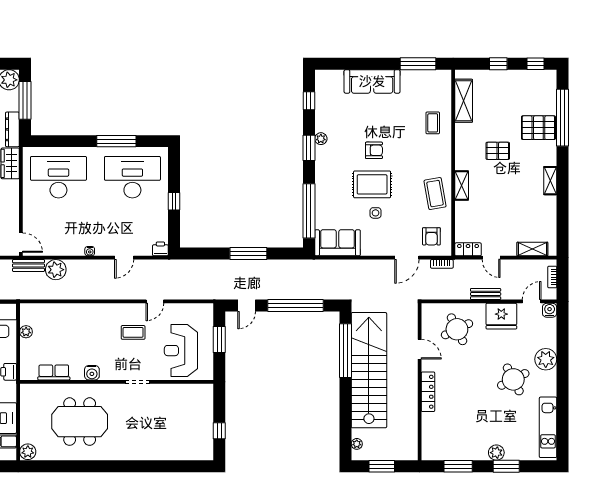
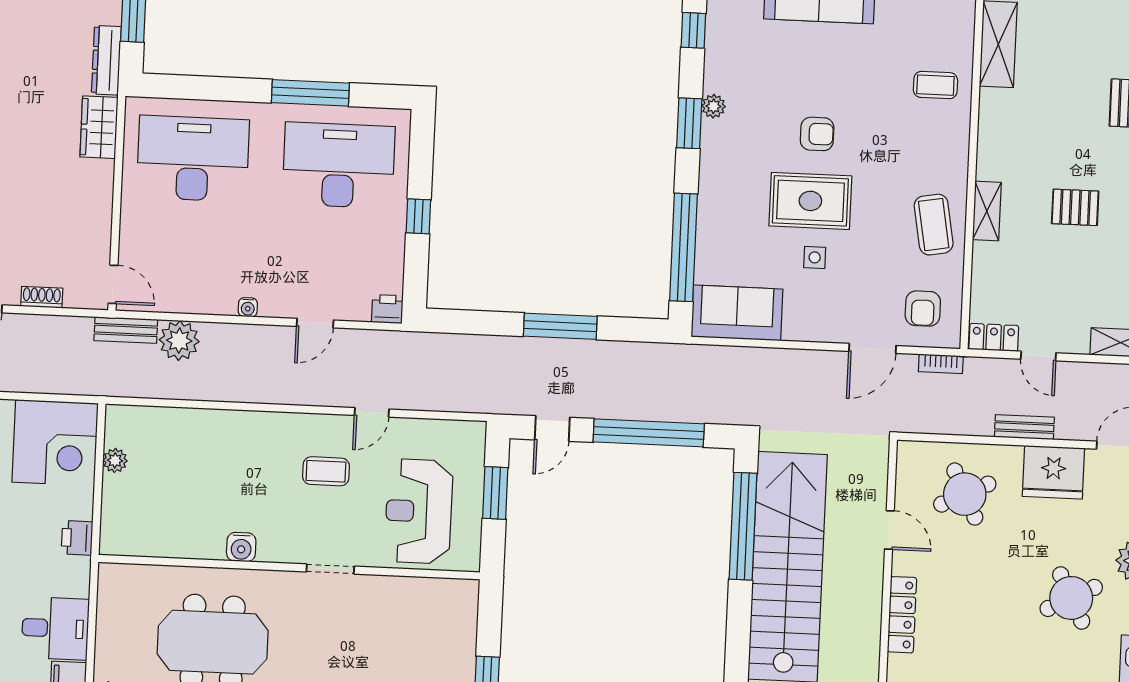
coffee table: (433, 123) -> (935, 85), turned 90
pallet: (498, 151) -> (1075, 207), moved
row of seats: (54, 372) -> (166, 543), removed

